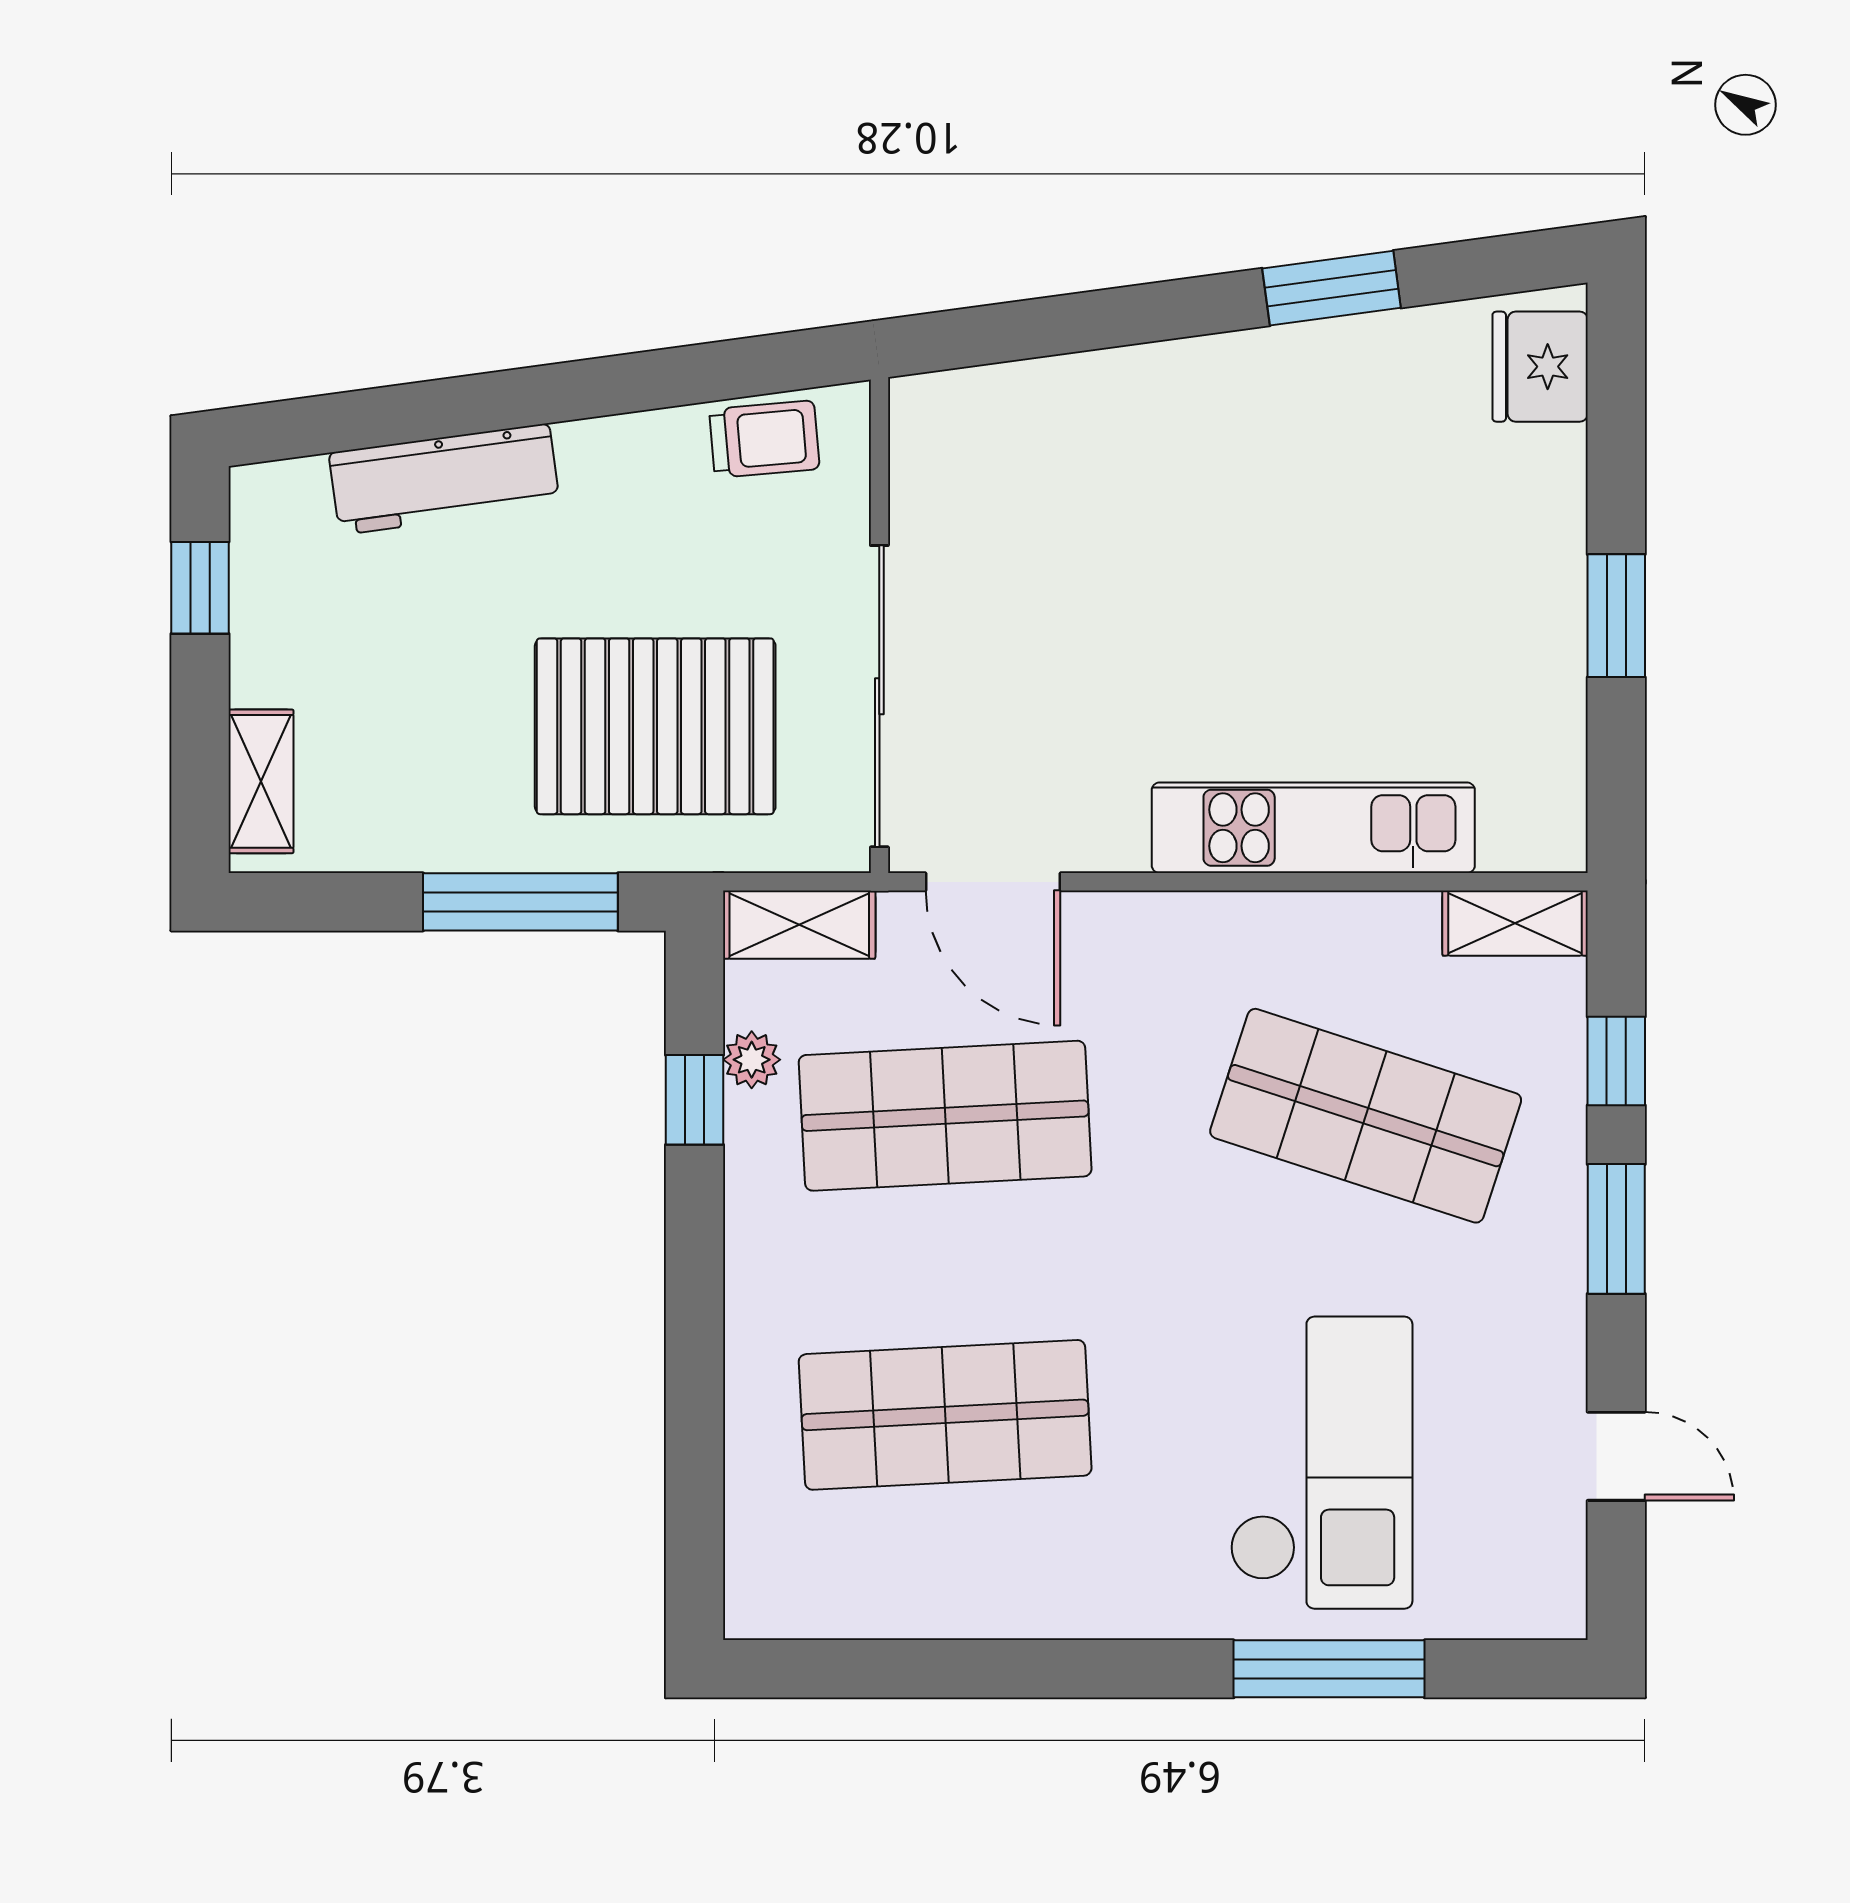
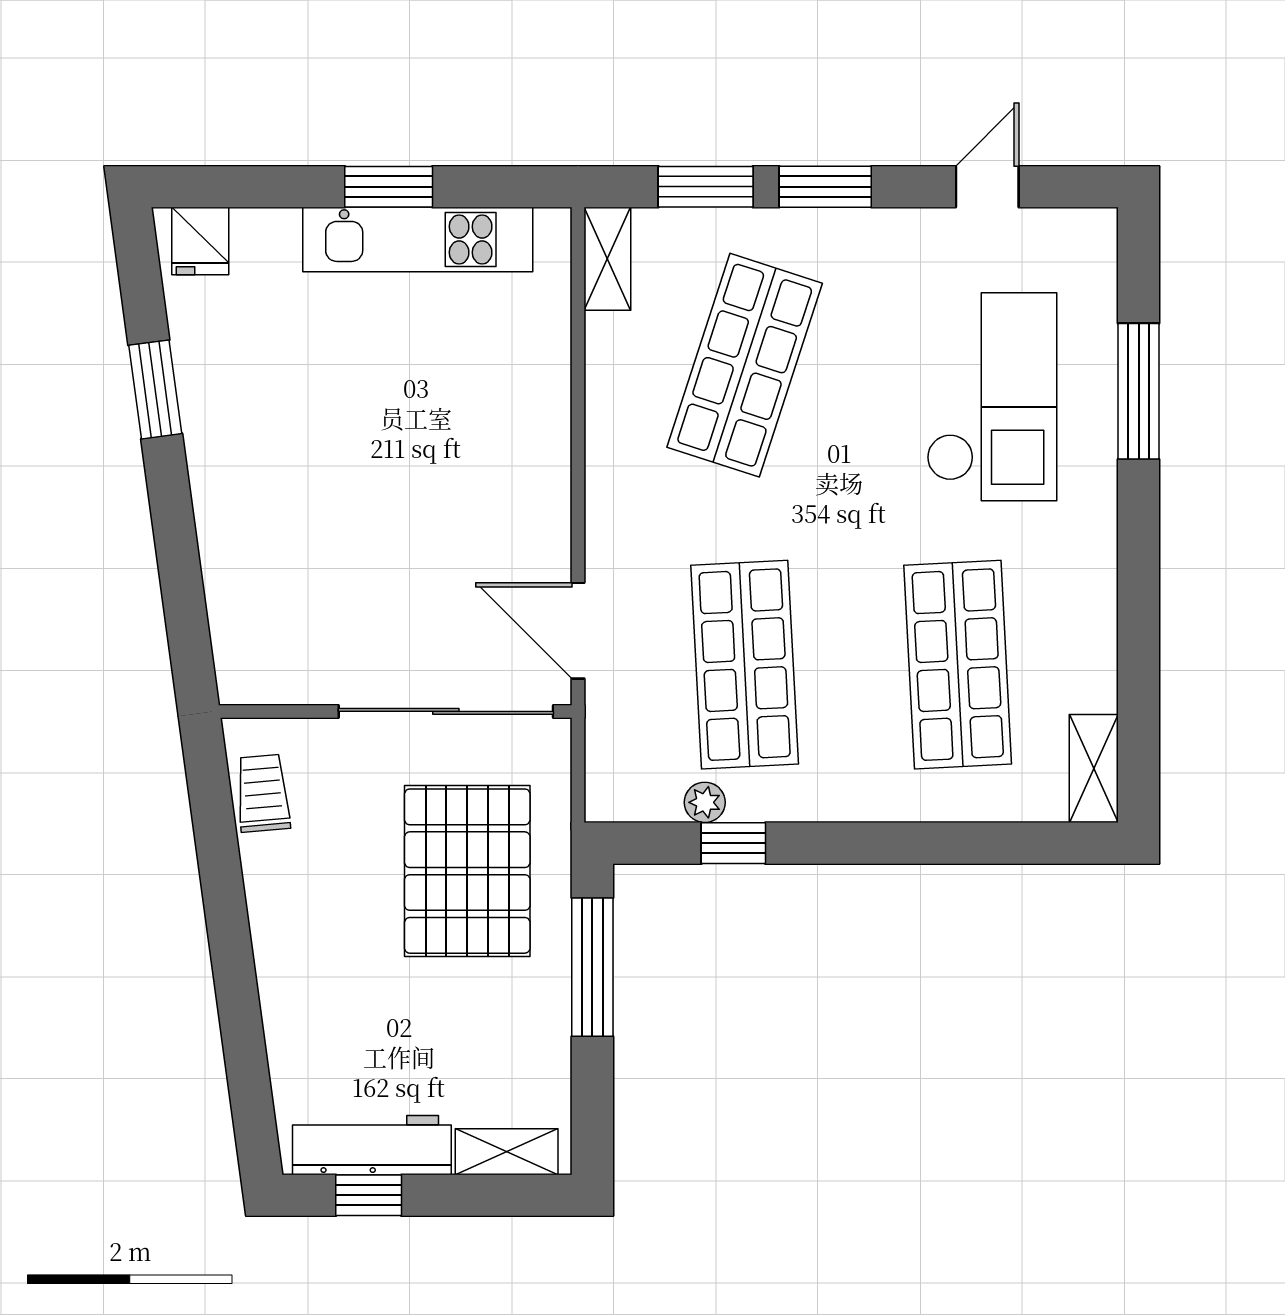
fridge: (1540, 367) -> (200, 241), width x0.72
workbench: (444, 479) -> (372, 1145), moved, turned -82
kitchen unit: (1313, 828) -> (418, 239), moved, turned -90
door: (993, 882) -> (578, 631), swing flipped
shelving: (799, 925) -> (1094, 769), moved
window: (1616, 1061) -> (706, 187), width x1.50
checkout: (1321, 1463) -> (992, 397), turned 90

